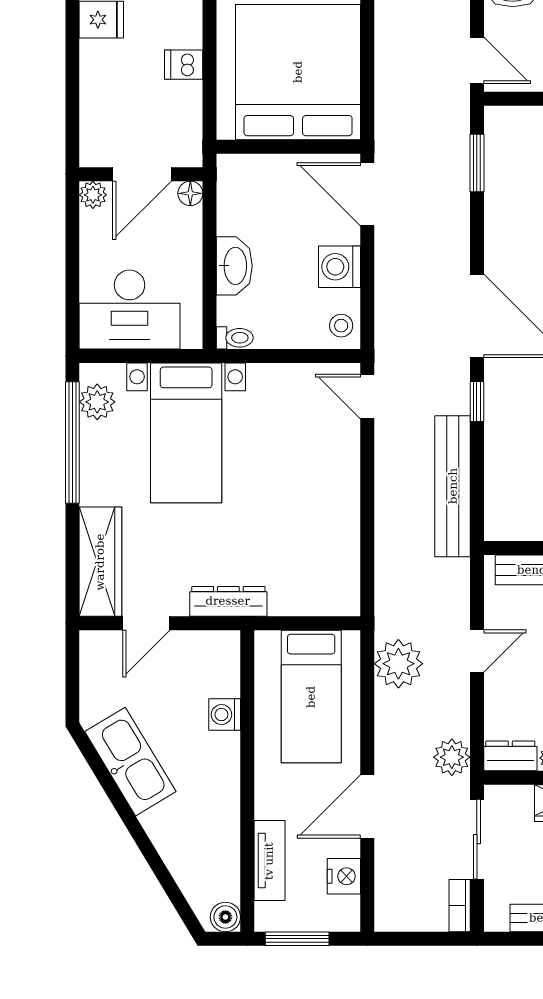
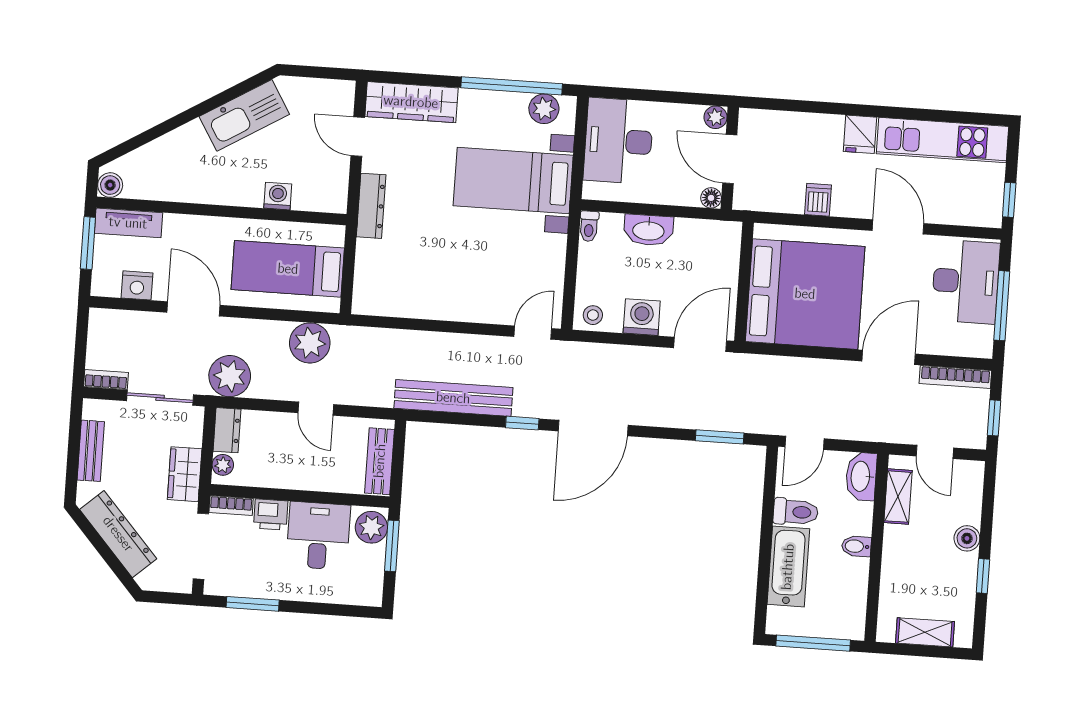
plant: (452, 757) -> (230, 376), width x1.36, depth x1.36
tv unit: (269, 861) -> (128, 223), moved

